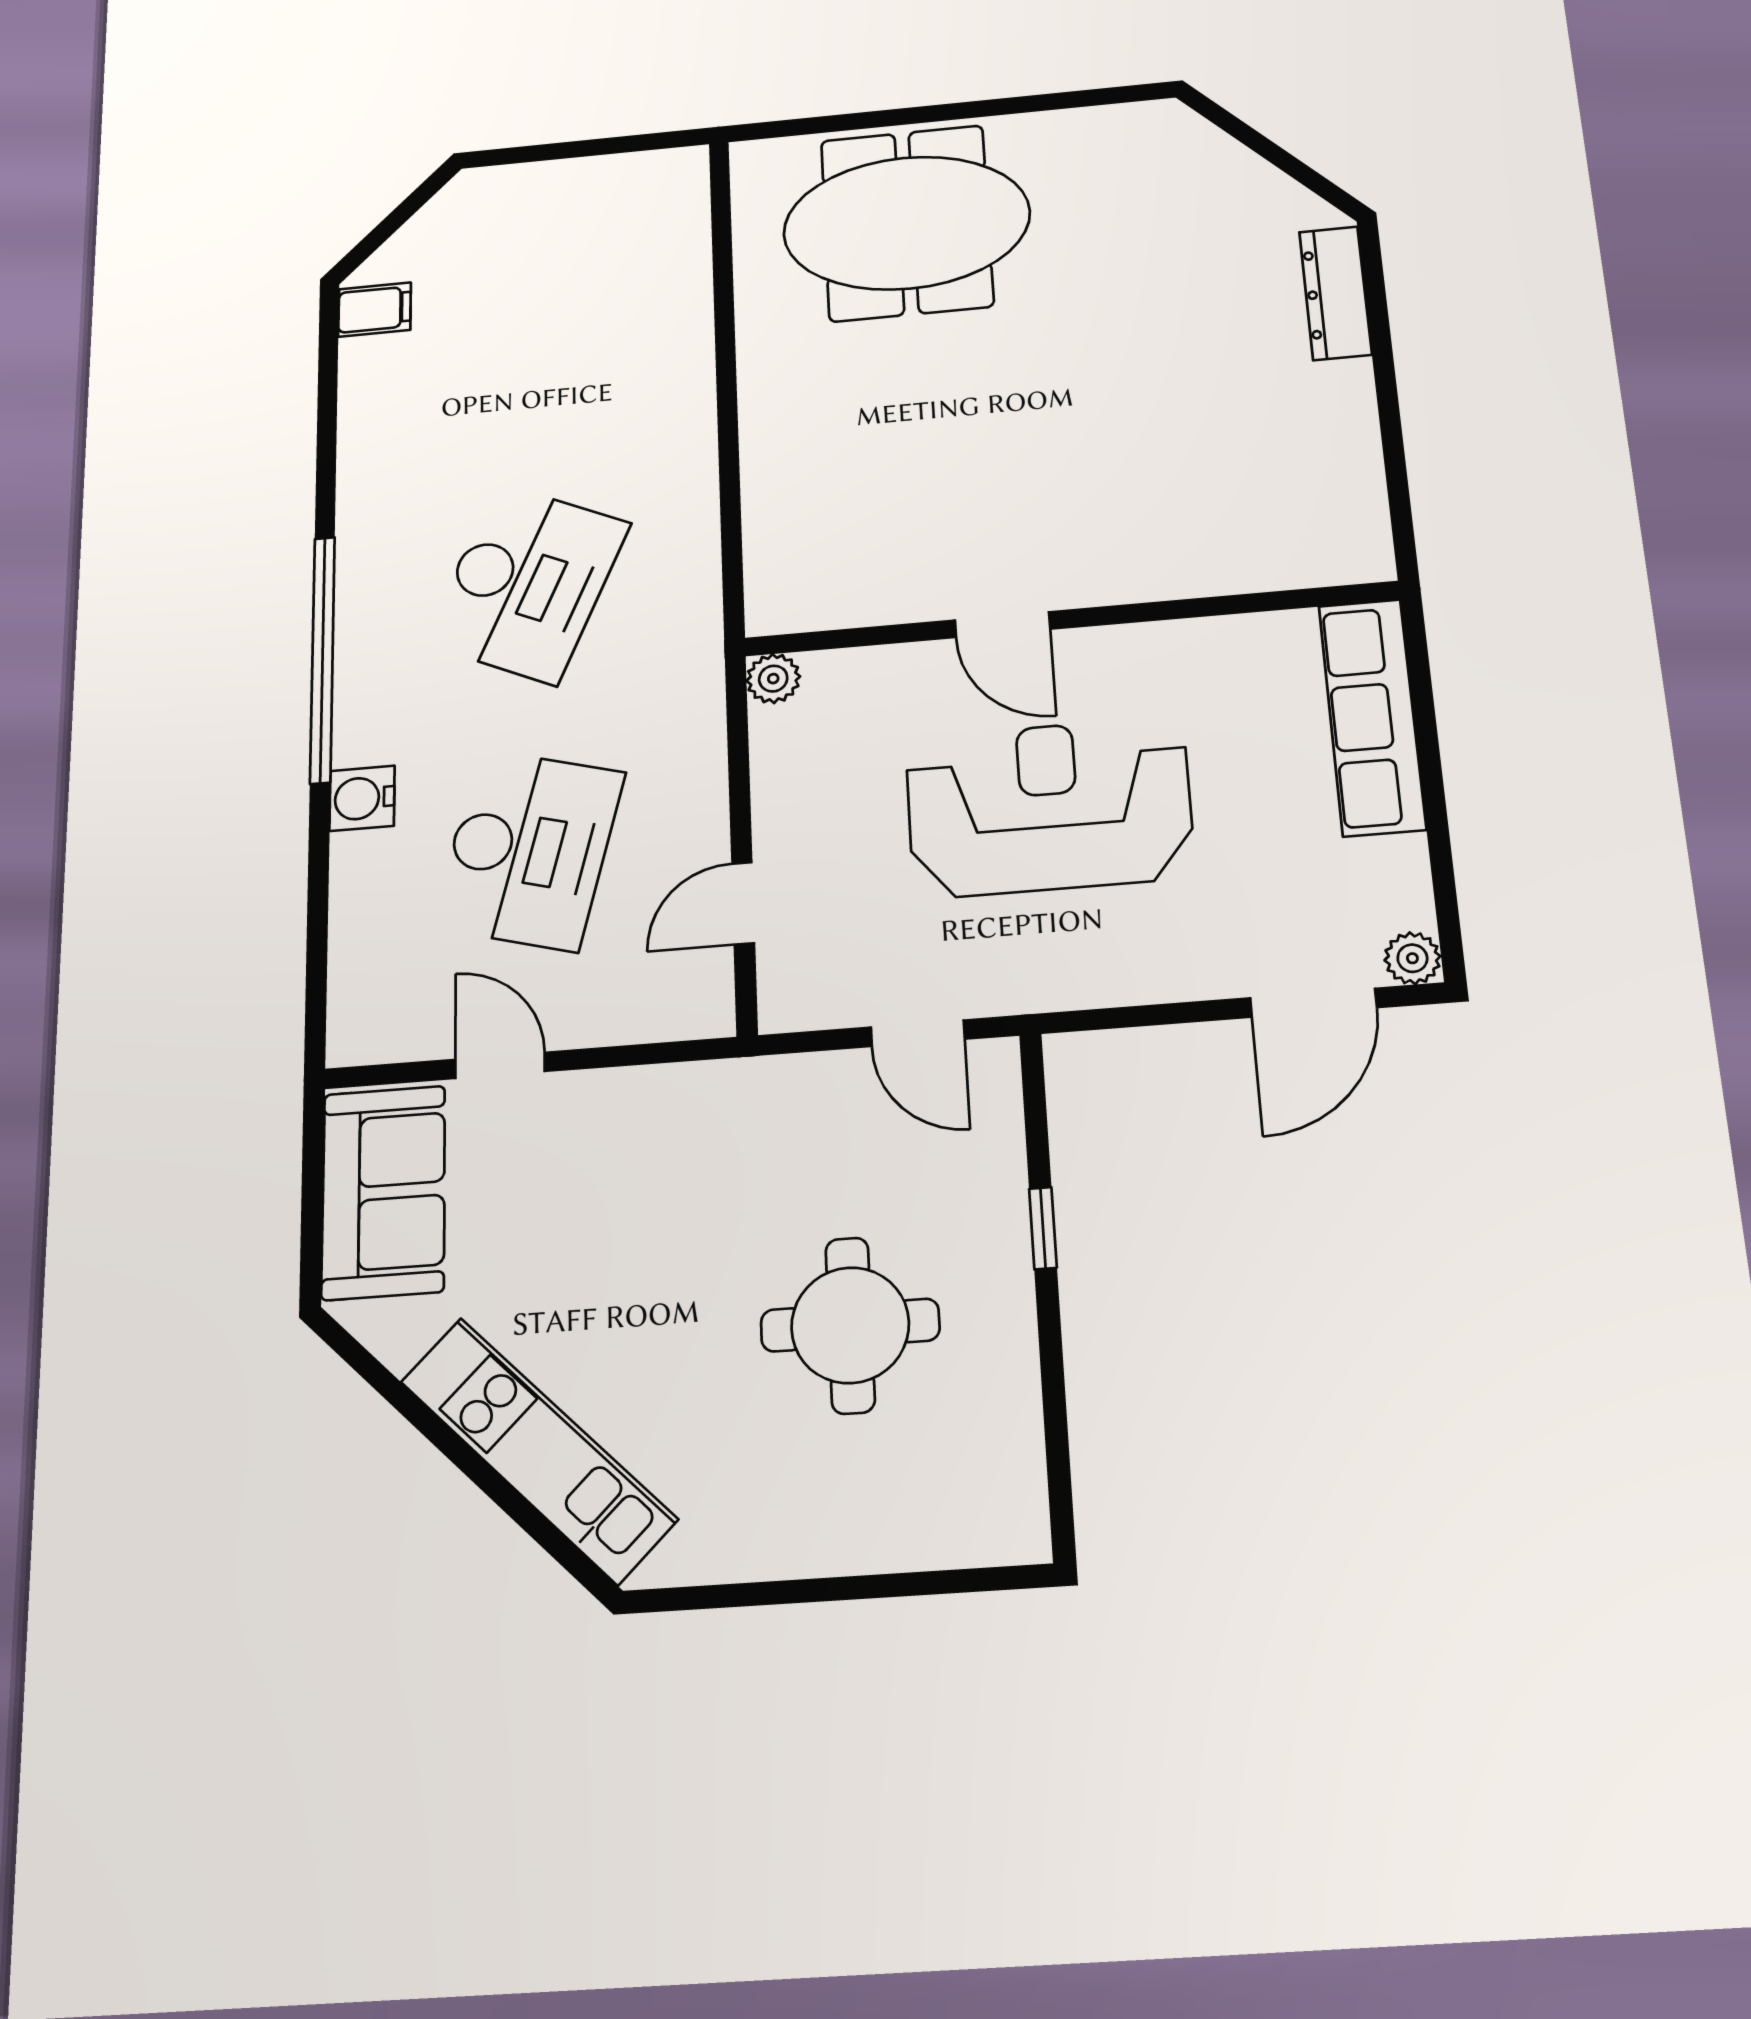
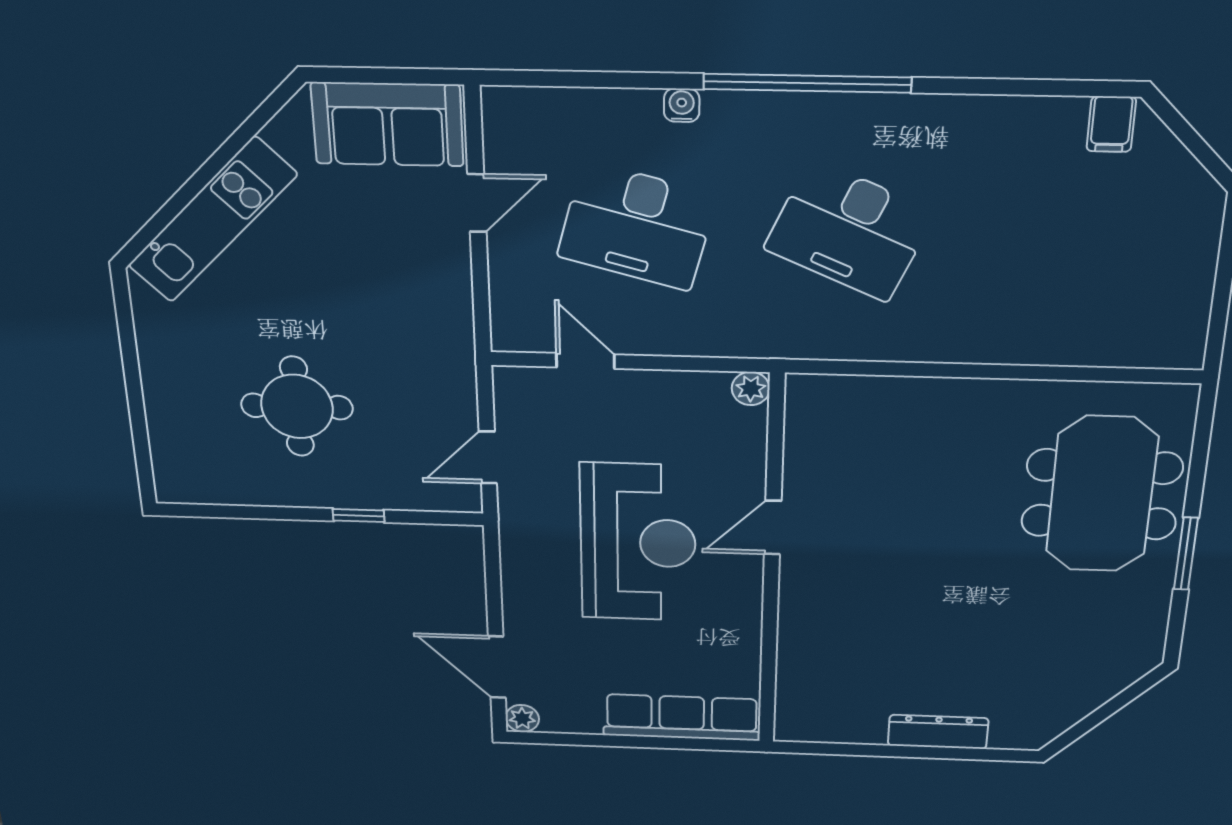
window: (991, 108) -> (1186, 554), added
dresser: (1335, 293) -> (938, 732), moved
water cooler: (362, 798) -> (682, 105), width x0.72, depth x0.72

